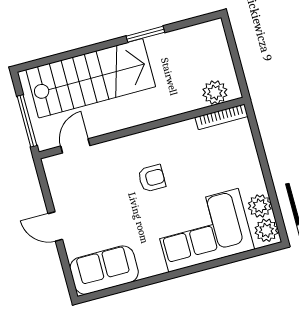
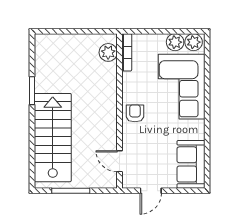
plant: (215, 92) -> (108, 52), moved
bookcase: (222, 117) -> (127, 52), moved
wall: (142, 128) -> (120, 111), moved
door: (75, 146) -> (120, 161), moved

